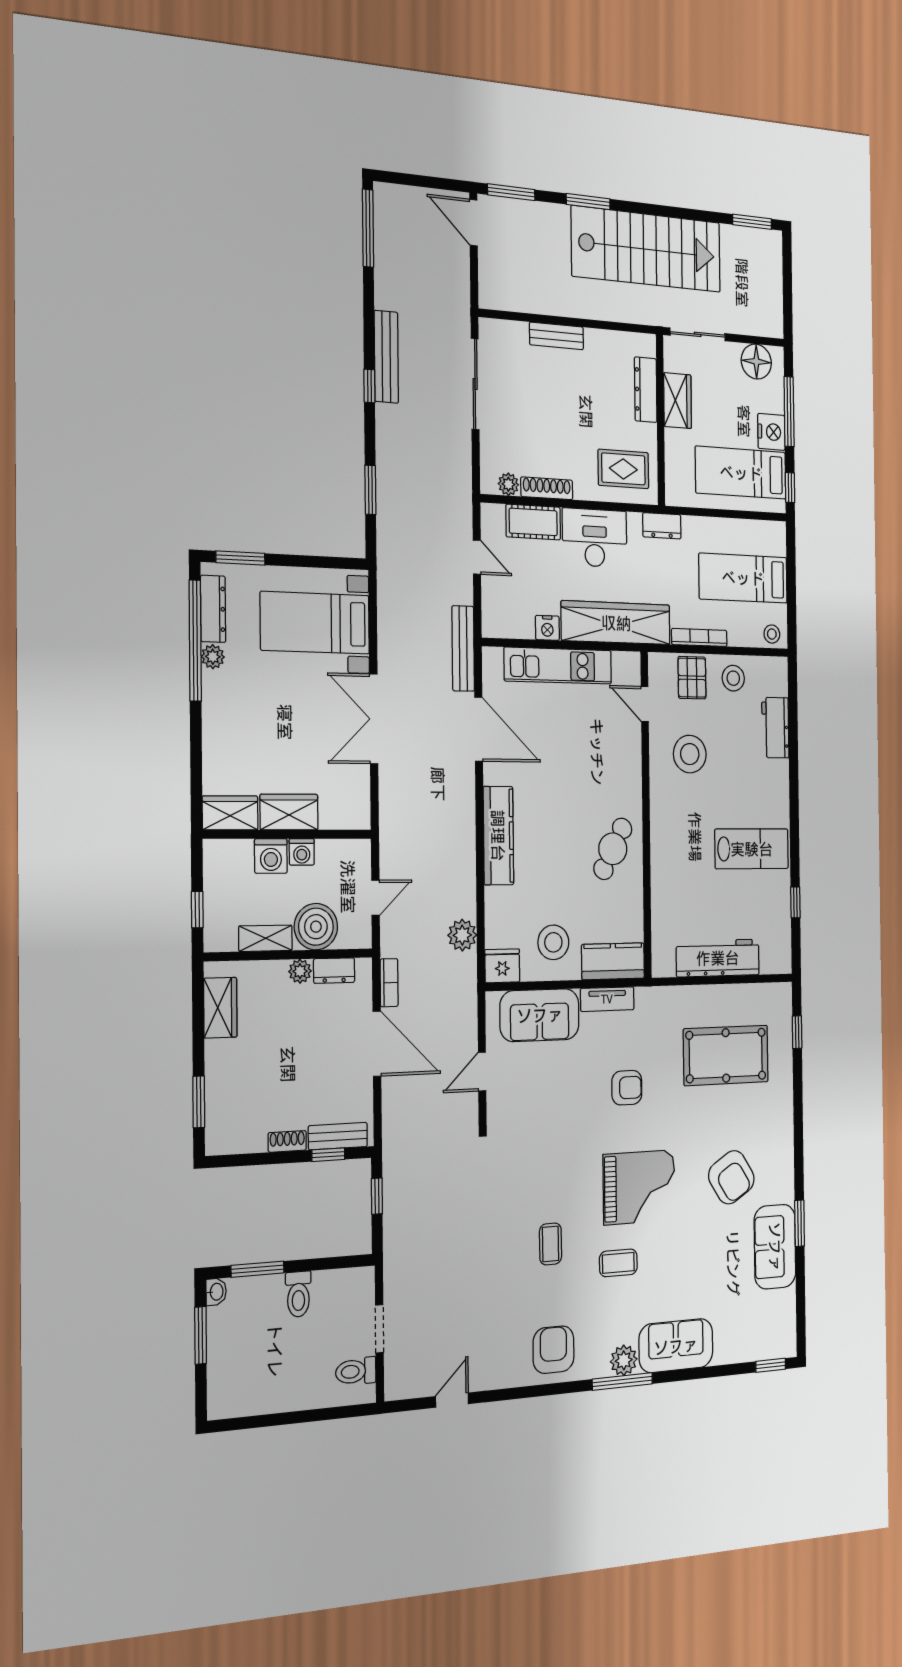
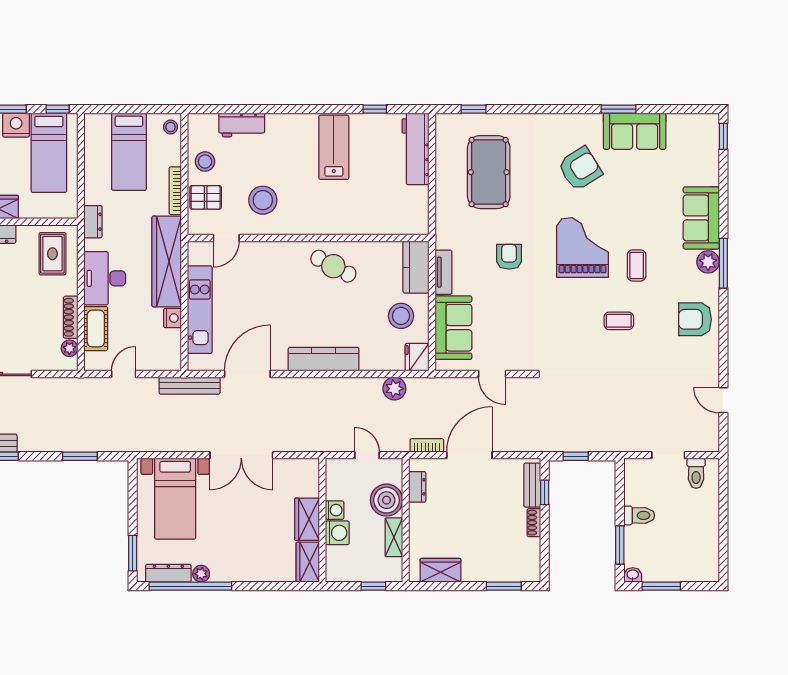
workbench: (718, 958) -> (416, 149), moved
plant: (300, 971) -> (417, 512), removed

